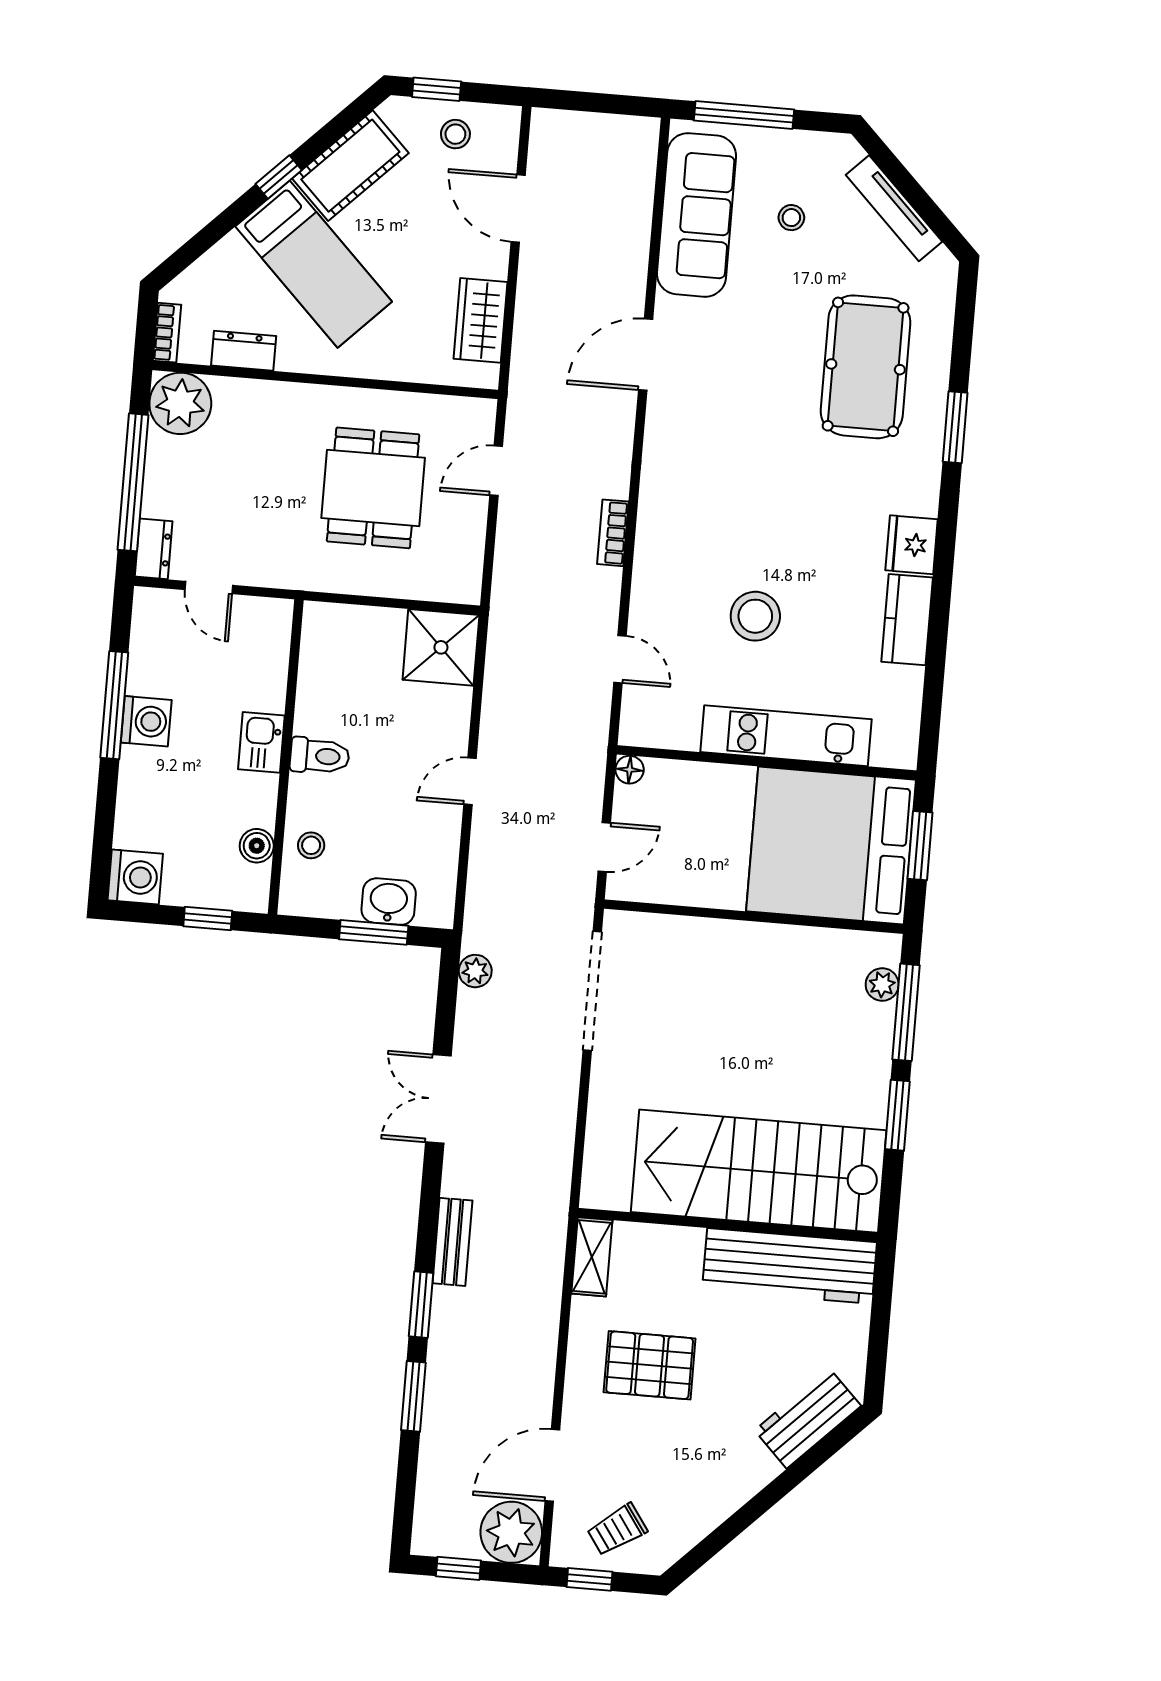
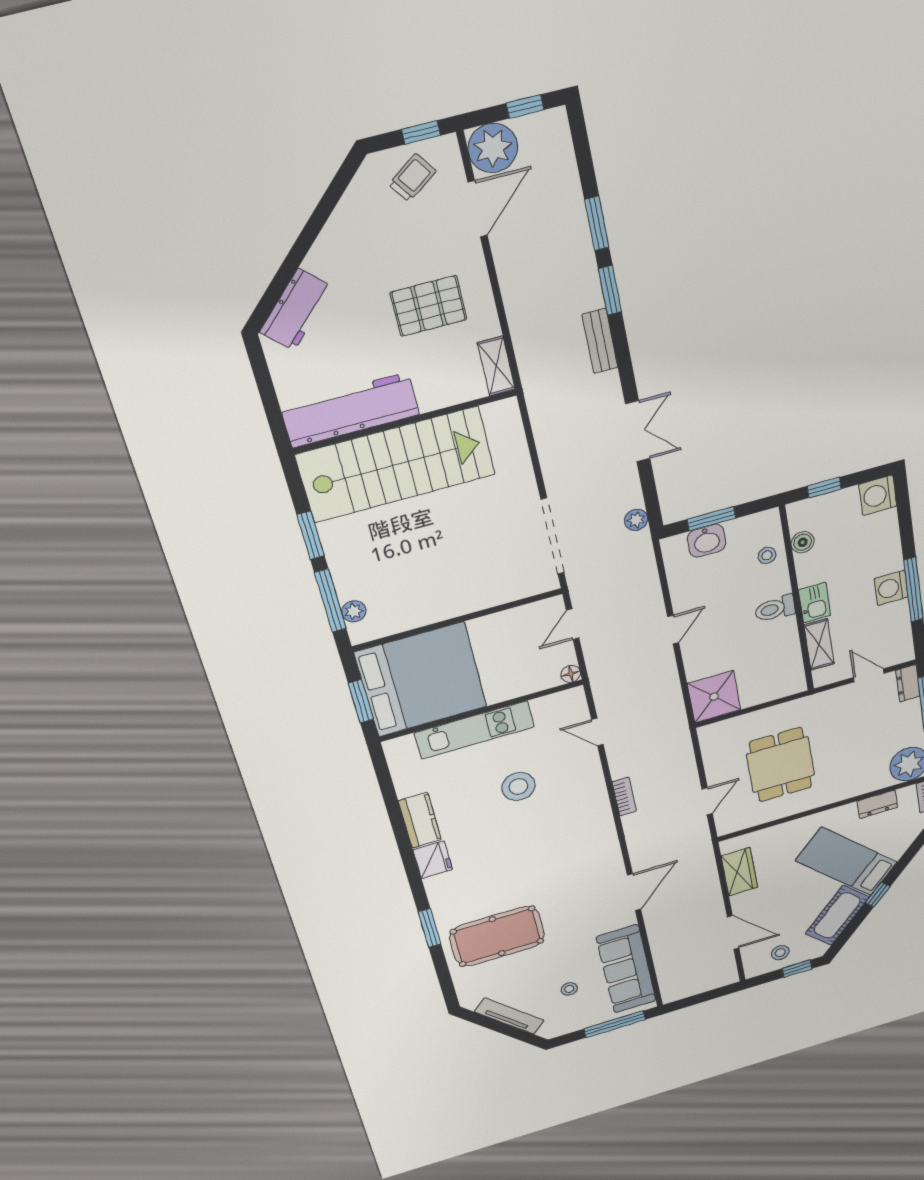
pool table: (866, 367) -> (497, 936), turned 90
shelving: (270, 671) -> (819, 644), added

